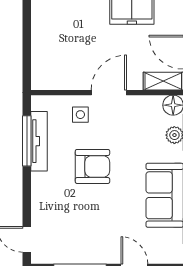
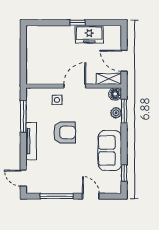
tv unit: (39, 141) -> (31, 141), moved

